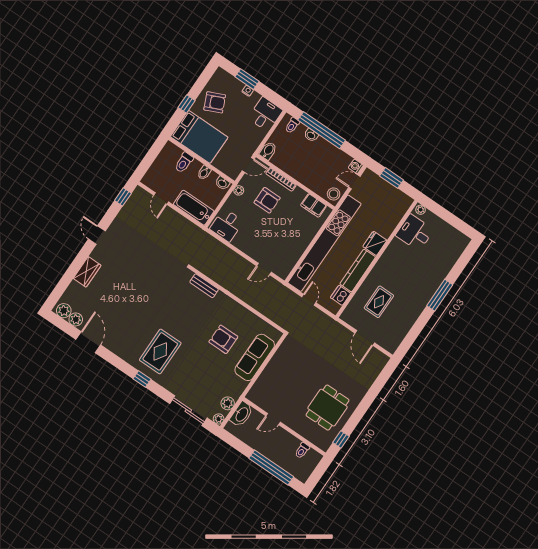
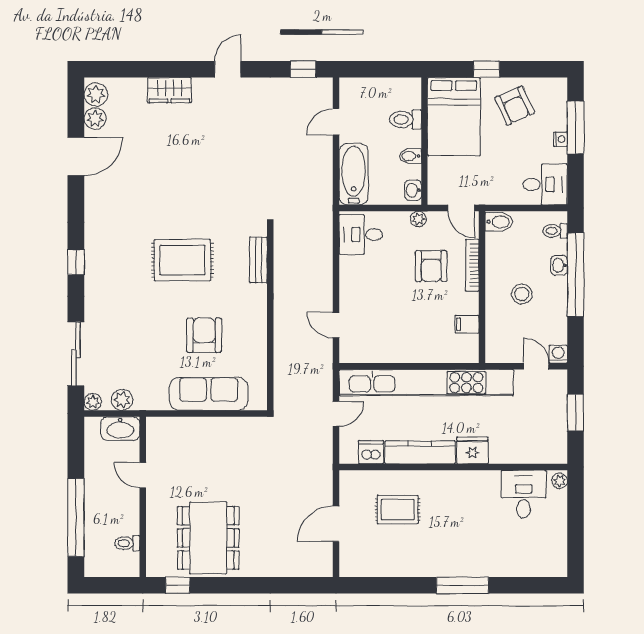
window: (247, 79) -> (576, 127), width x1.44
stool: (334, 194) -> (522, 294), moved
filing cabinet: (314, 205) -> (467, 324), width x0.50
rug: (160, 351) -> (182, 260), moved
dining table: (327, 408) -> (208, 538), width x1.38

